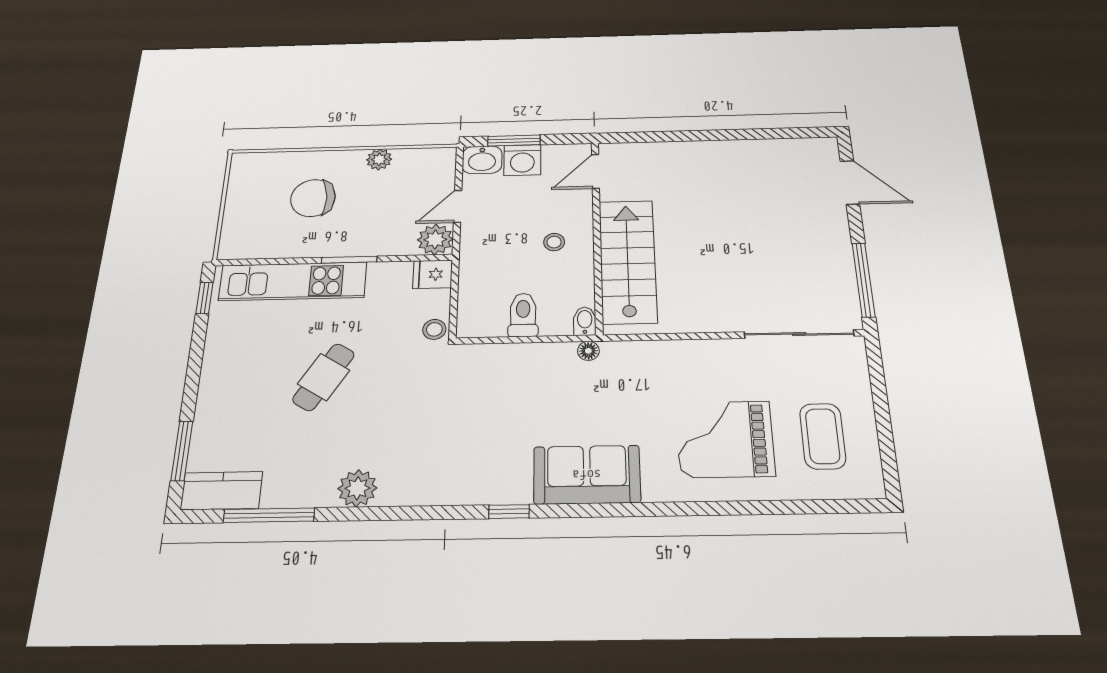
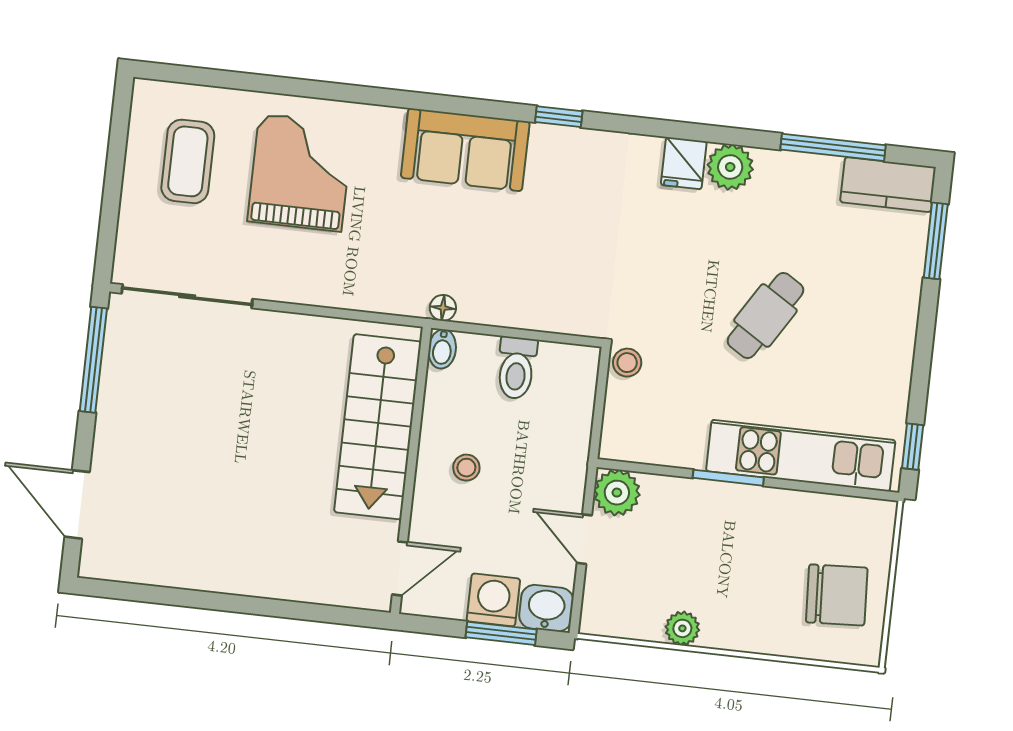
chair: (313, 198) -> (837, 595), moved
door: (458, 206) -> (584, 539), swing flipped
fridge: (433, 274) -> (684, 163), moved, turned 90
grand piano: (725, 439) -> (300, 172), turned -90

